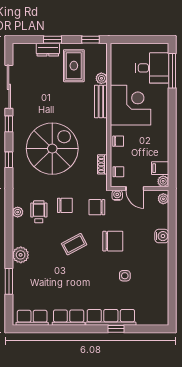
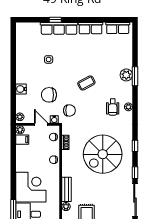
corner desk: (131, 105) -> (31, 187), moved, turned 180
chair: (65, 205) -> (93, 112), removed
chair: (113, 241) -> (49, 95), moved
window: (9, 281) -> (135, 76), moved

